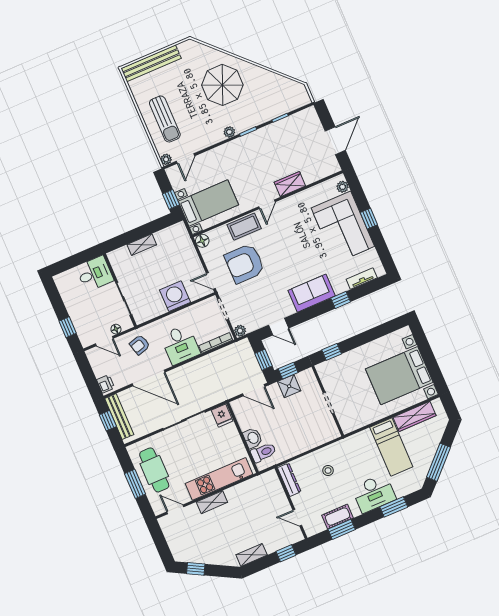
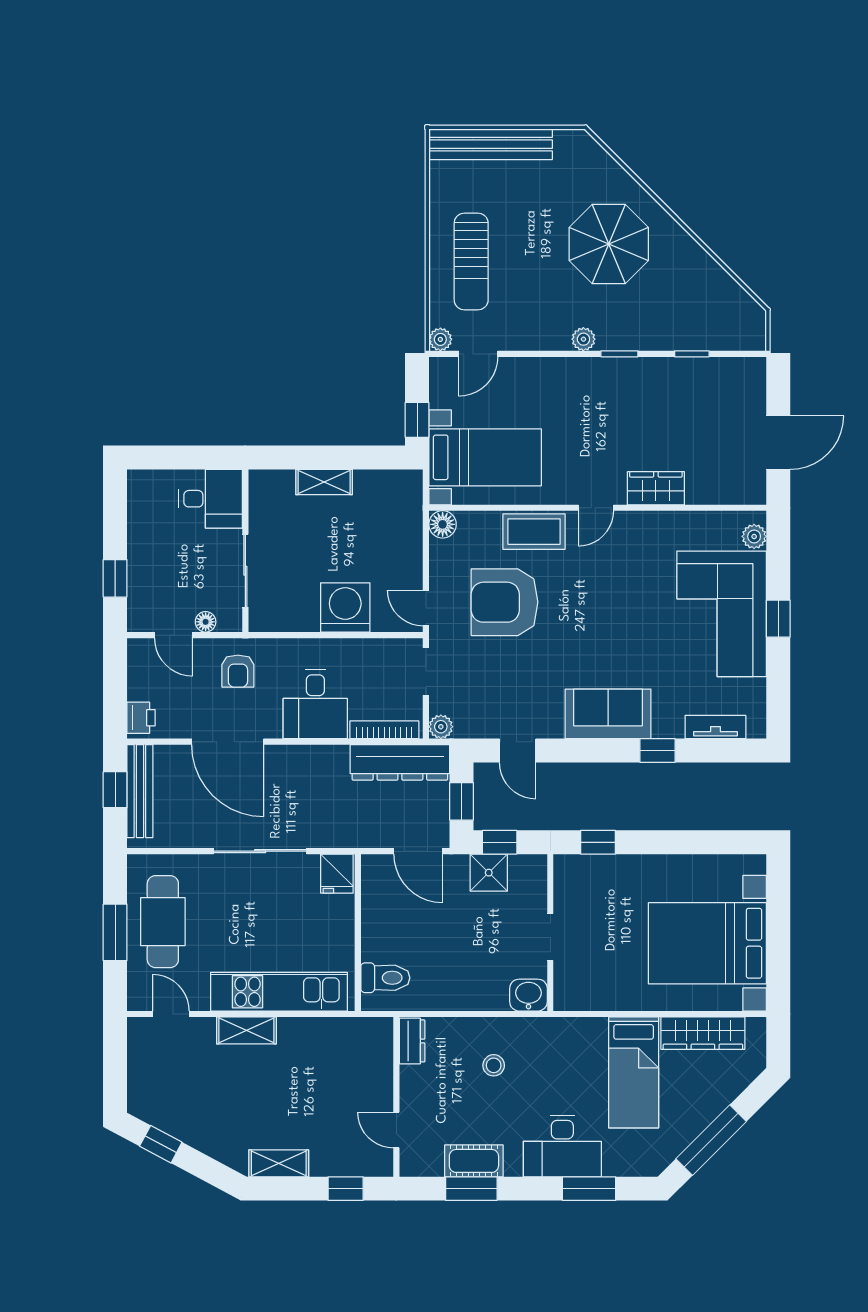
armchair: (140, 345) -> (238, 671), turned -74
dresser: (229, 354) -> (400, 762), added
washbasin: (253, 438) -> (528, 995), moved, turned -90
dresser: (289, 480) -> (412, 1041), width x0.70

